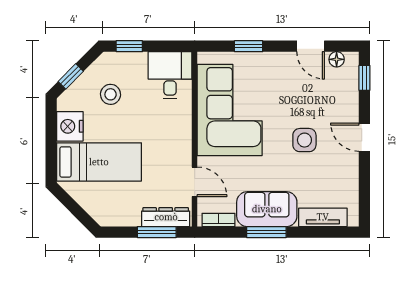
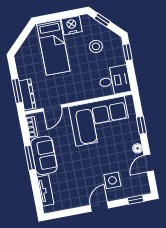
floor lamp: (337, 59) -> (138, 148), moved
side table: (304, 140) -> (112, 180), moved

